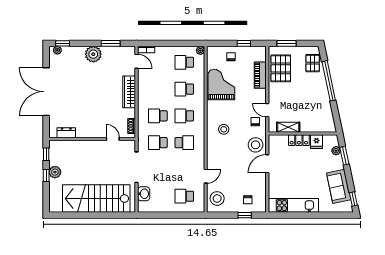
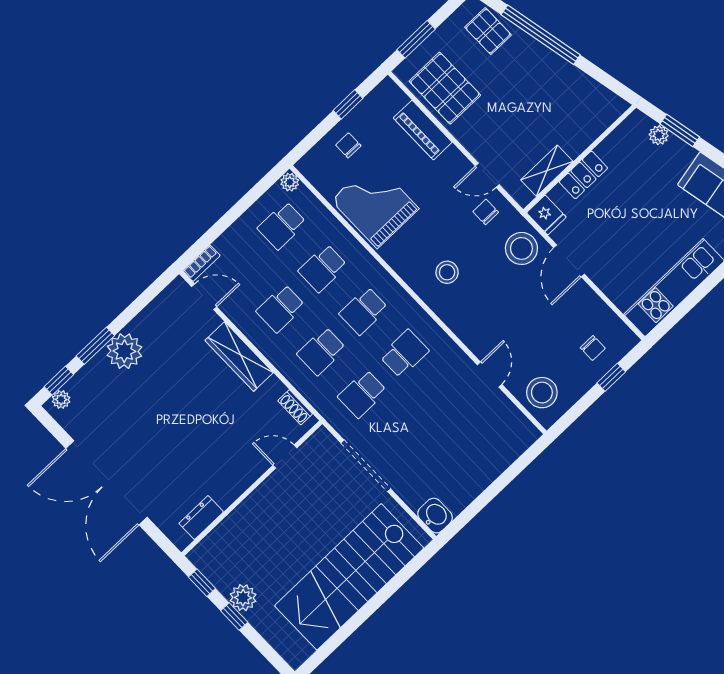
window: (111, 43) -> (95, 346), moved
fridge: (316, 142) -> (546, 215), moved
washbasin: (144, 194) -> (435, 516), moved
school desk: (184, 196) -> (281, 308), moved

